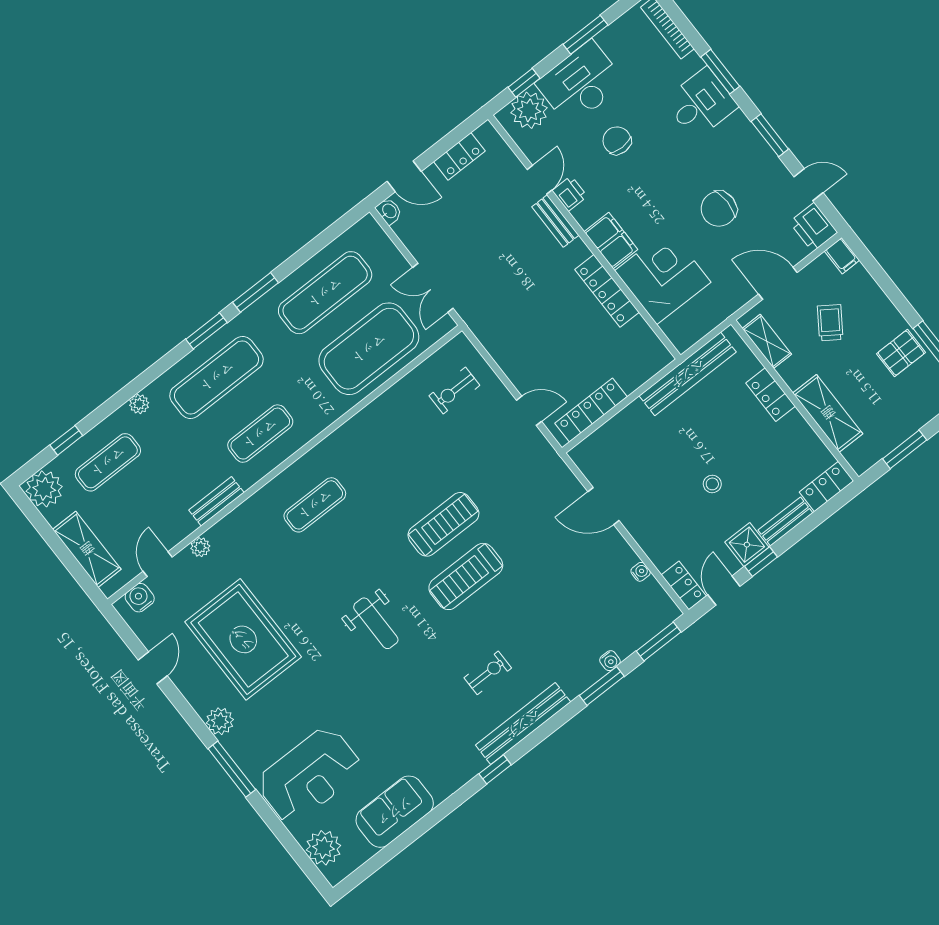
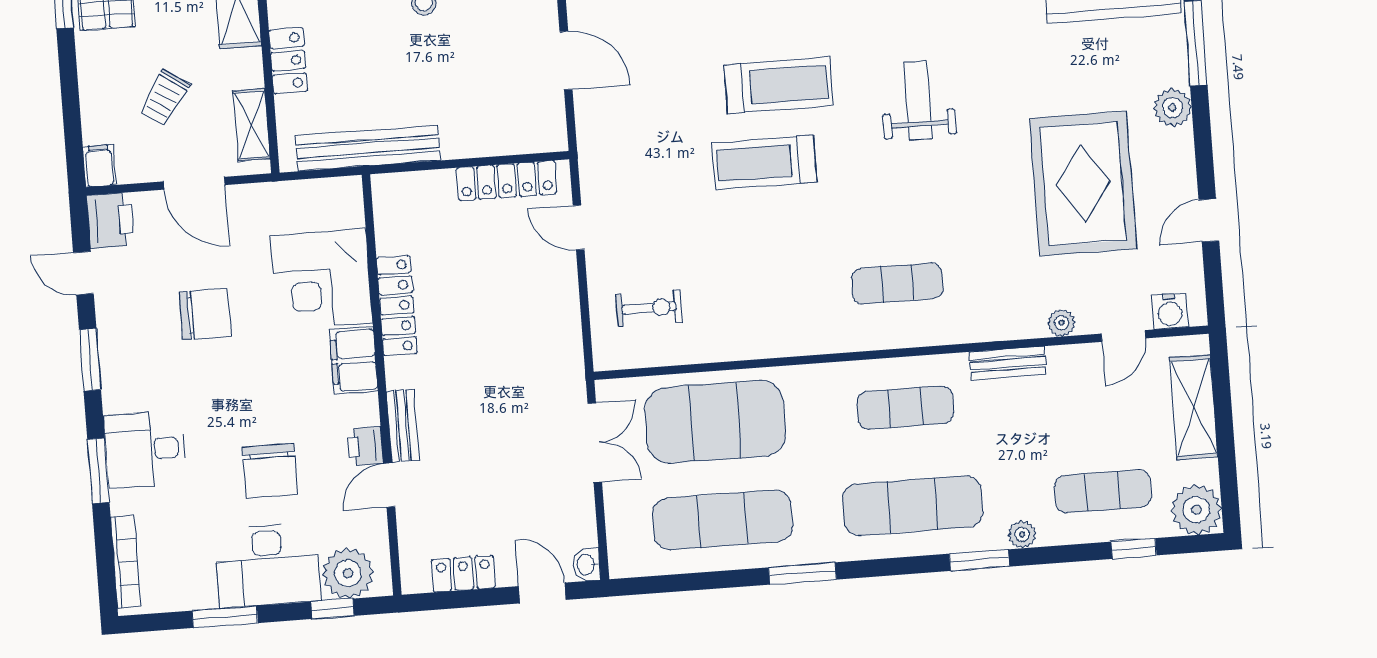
chair: (617, 140) -> (270, 471), width x1.37, depth x1.37
window: (206, 331) -> (979, 560), moved

